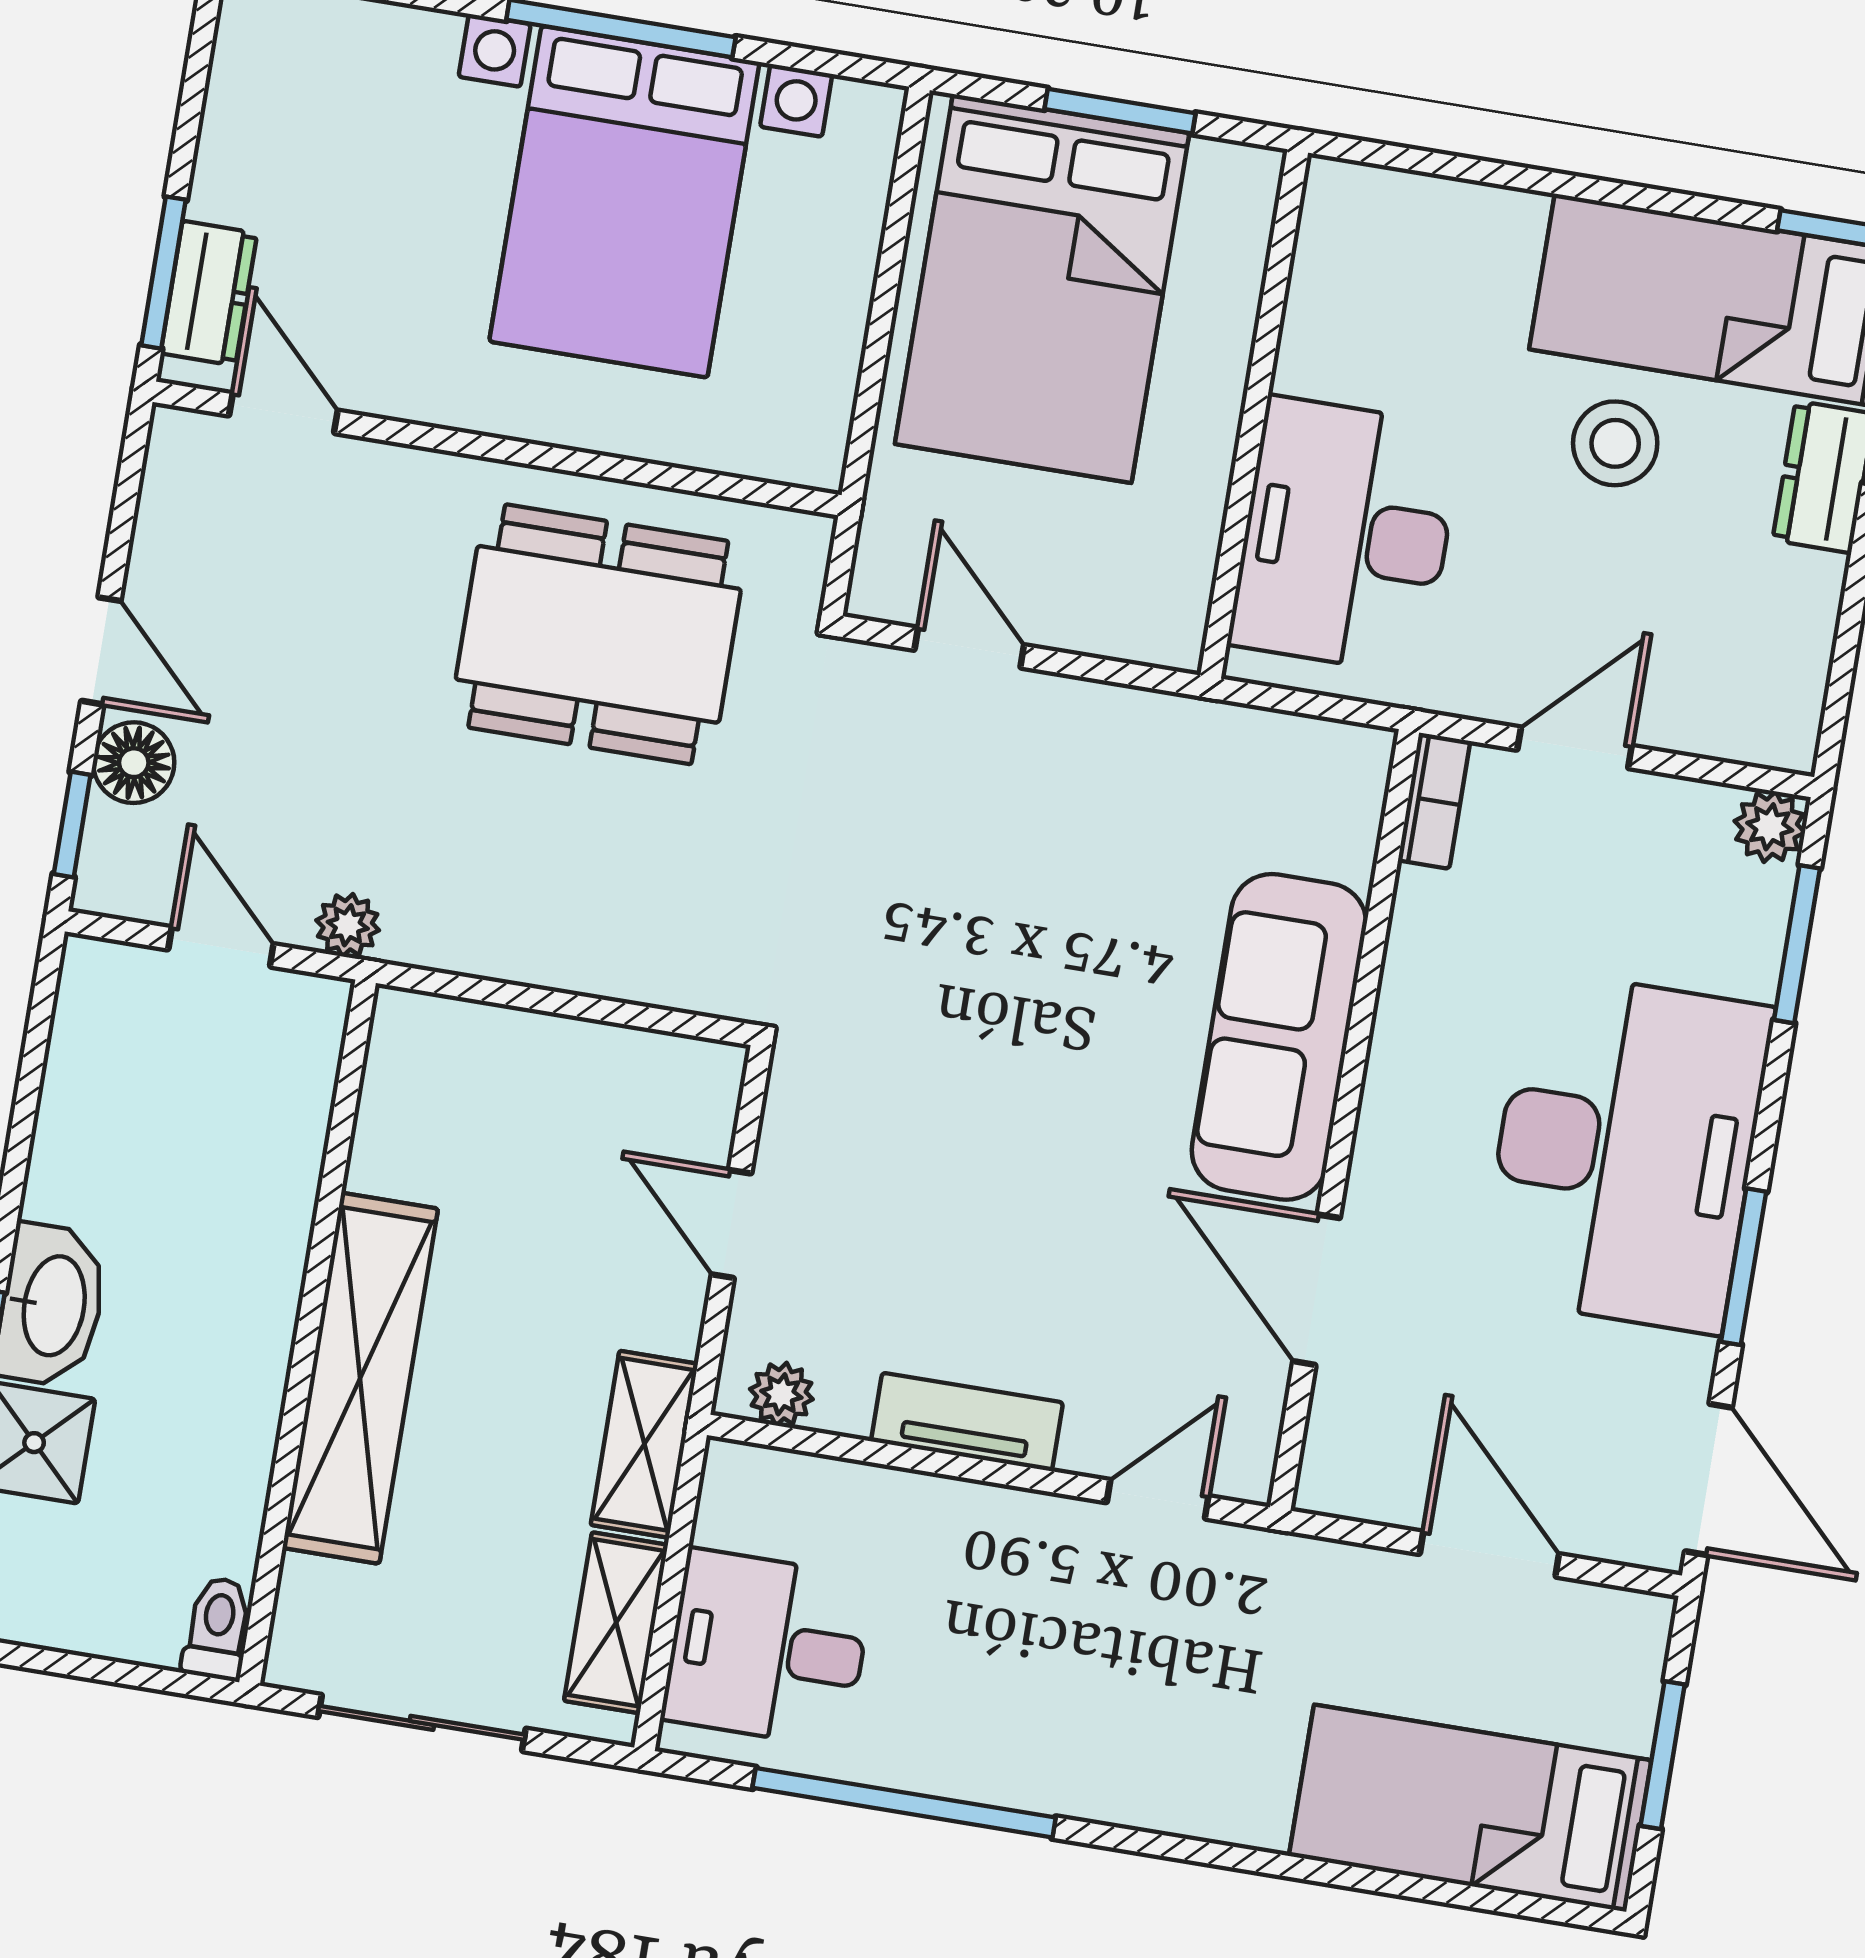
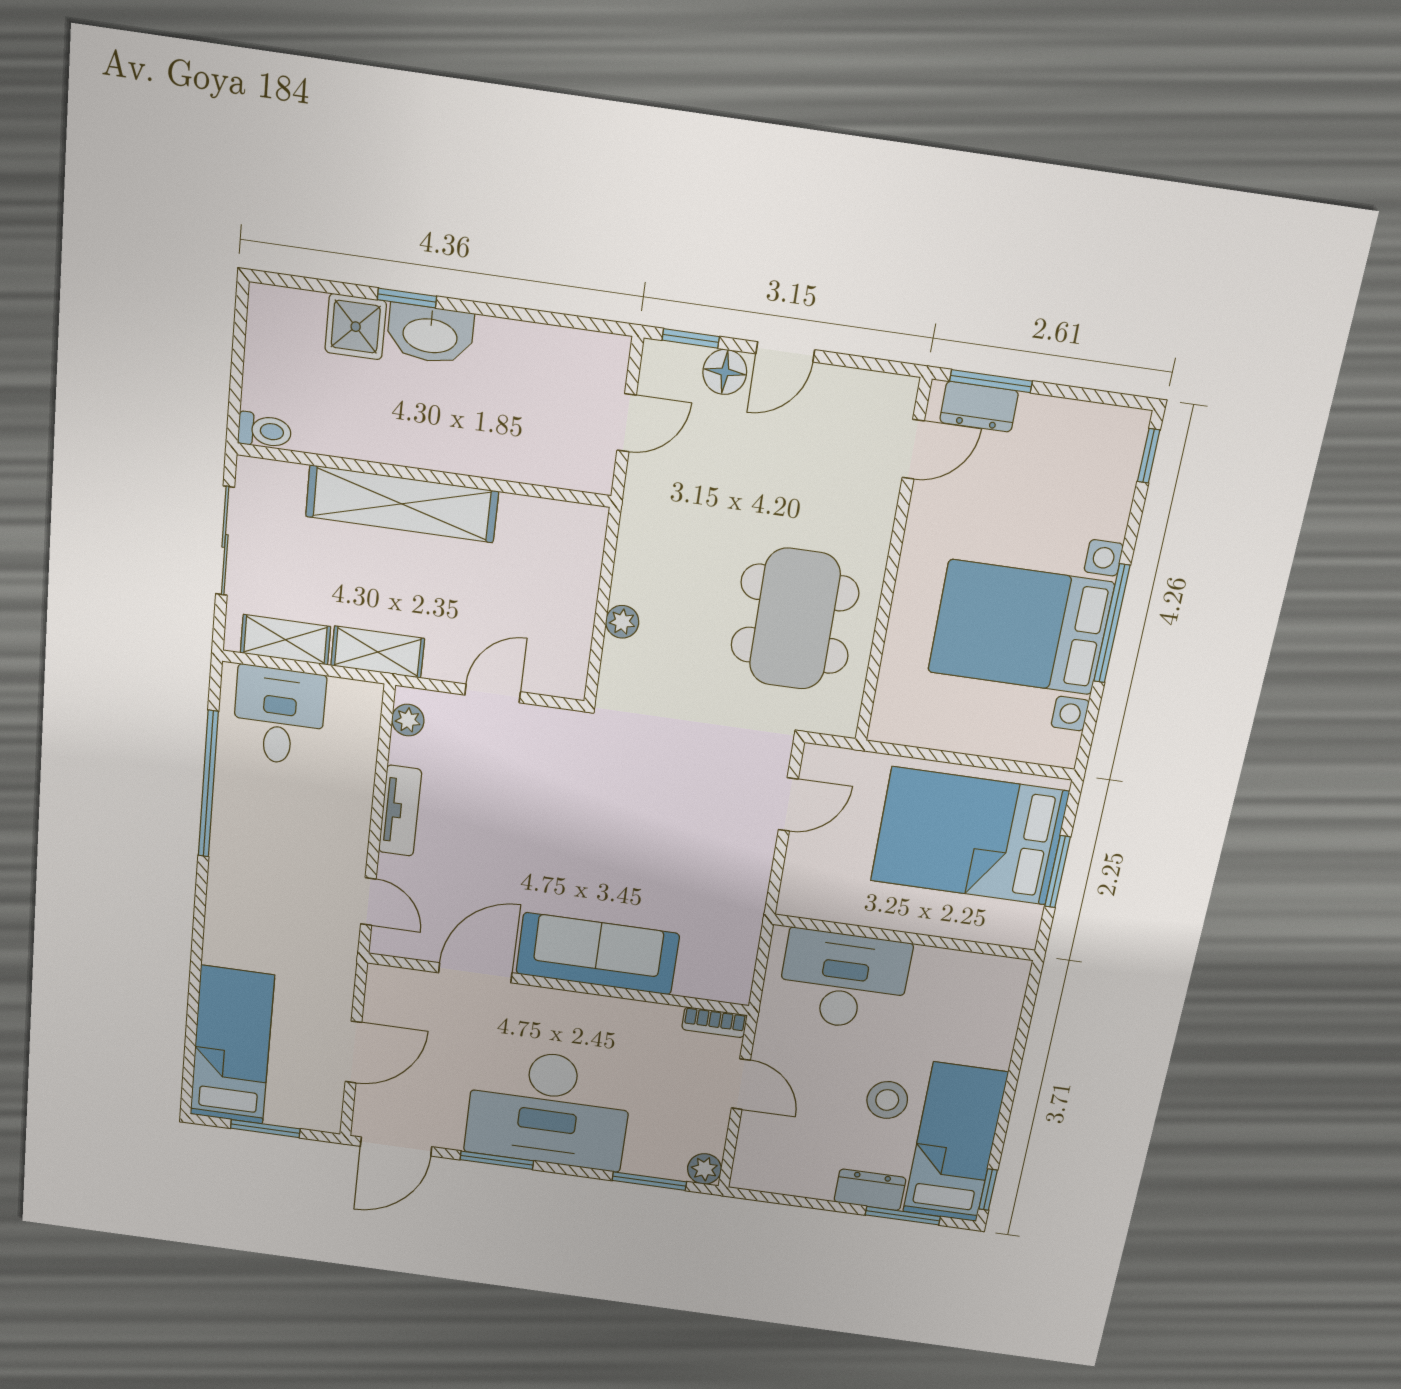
plant: (348, 925) -> (622, 622), moved

